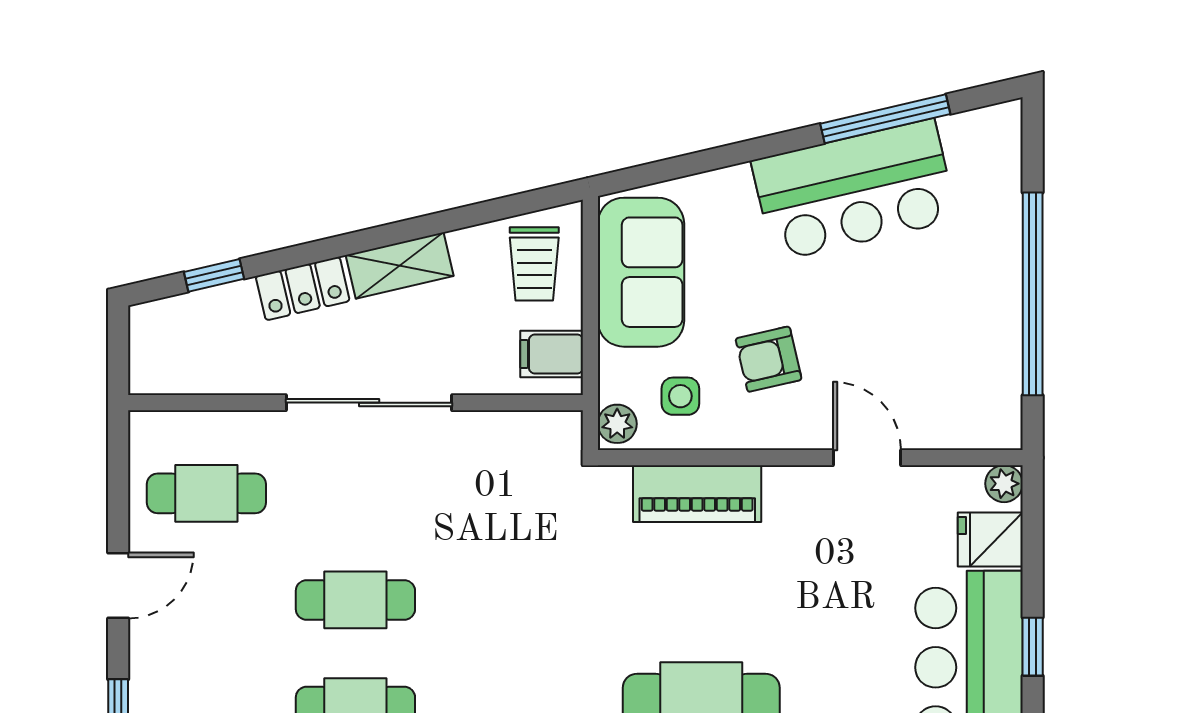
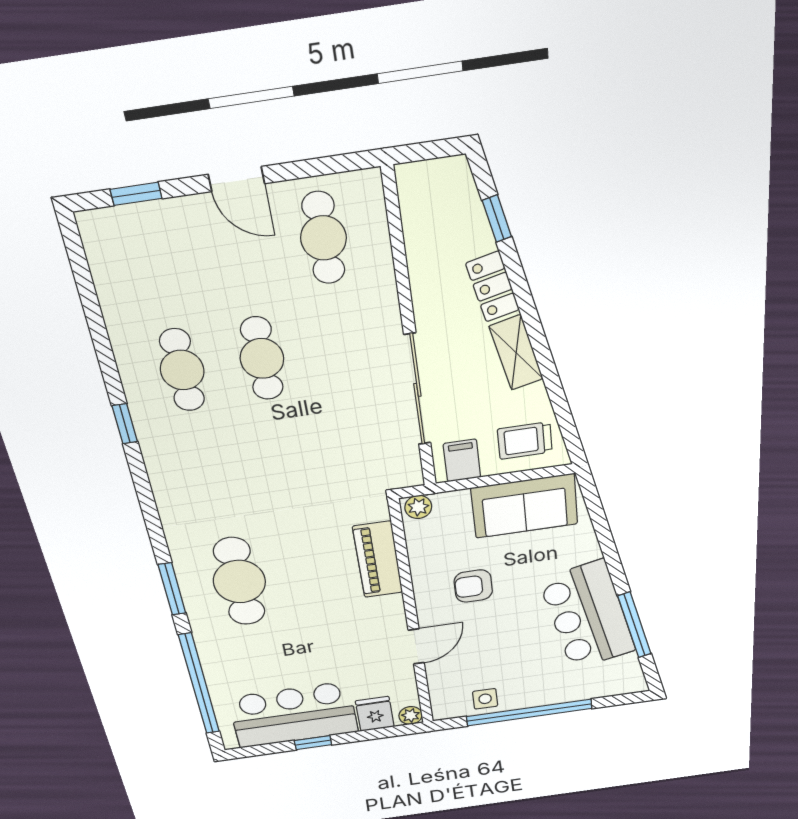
armchair: (769, 359) -> (473, 586), turned -77
side table: (680, 396) -> (485, 699), moved
sliding door: (369, 403) -> (417, 390), moved

